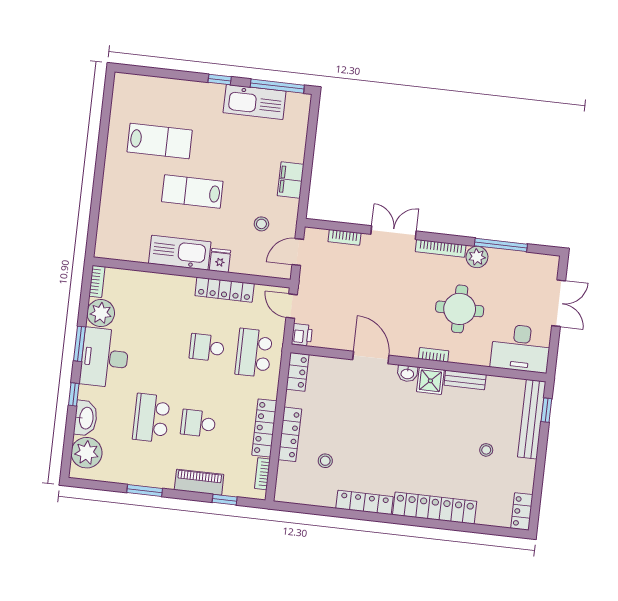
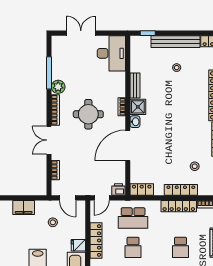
round table: (460, 309) -> (88, 114), moved
door: (371, 358) -> (128, 145), width x1.36
bench: (532, 419) -> (176, 42), moved

